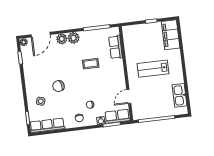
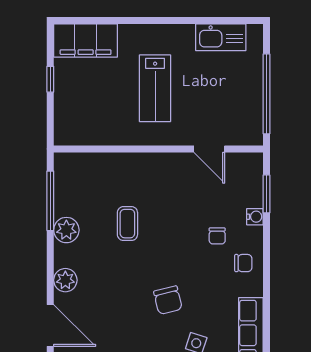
plant: (74, 38) -> (66, 230), moved
row of seats: (116, 47) -> (98, 165), removed
row of seats: (117, 116) -> (250, 180), removed

